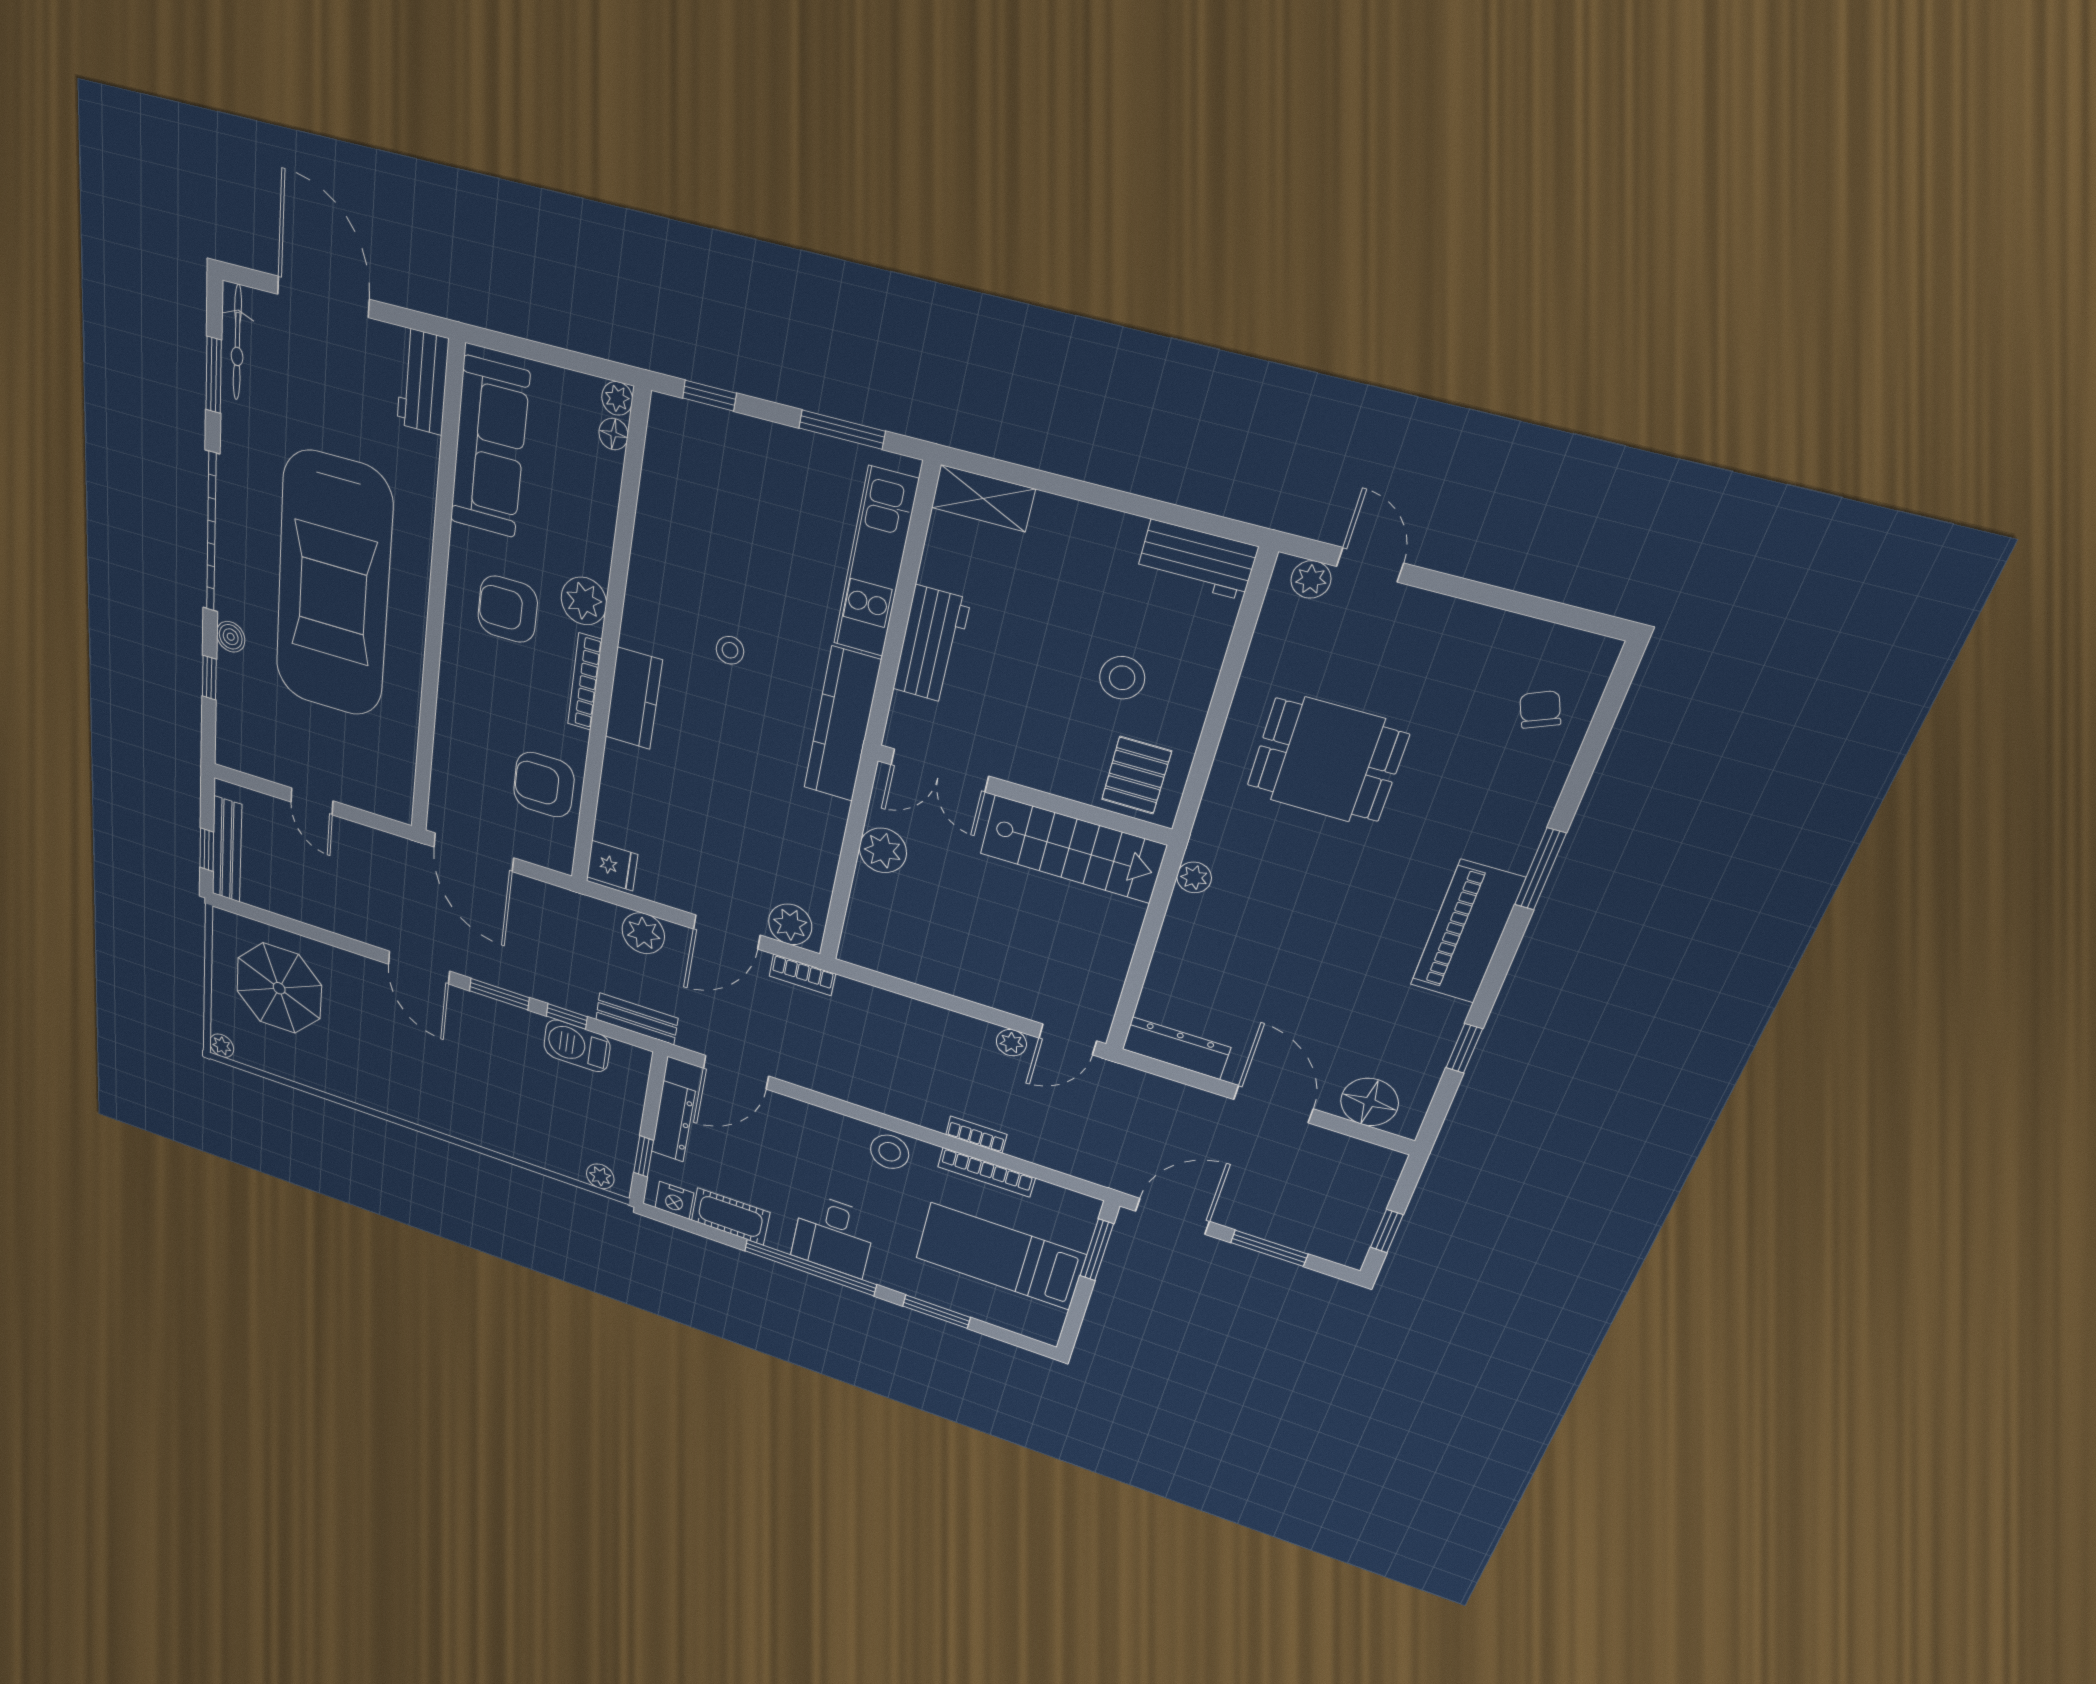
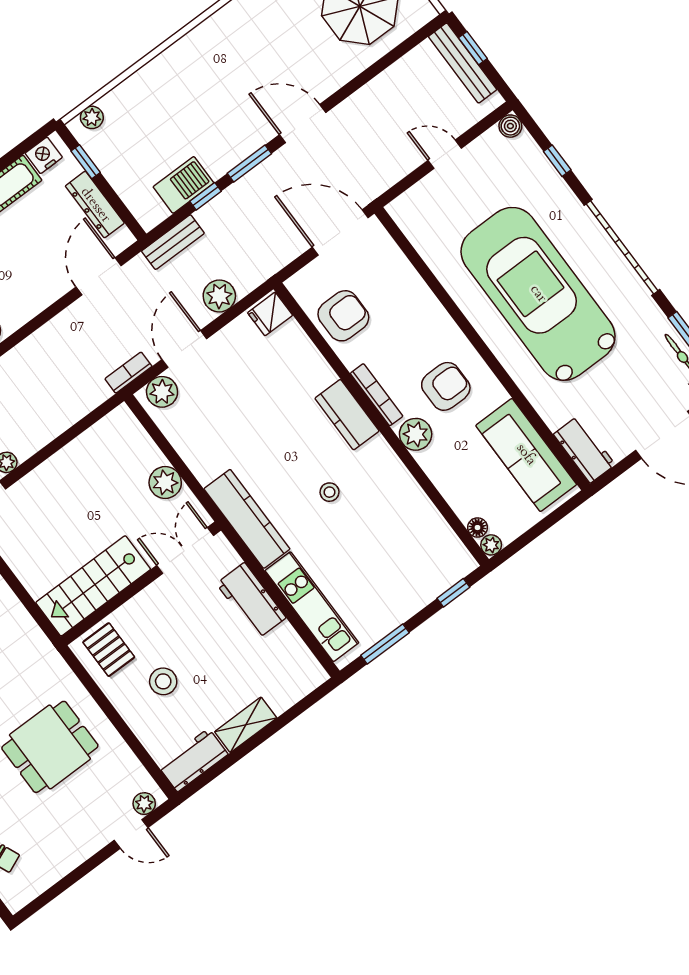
shelving: (983, 498) -> (246, 725), moved
boiler: (231, 637) -> (510, 126), moved
plant: (1194, 877) -> (34, 636), removed

